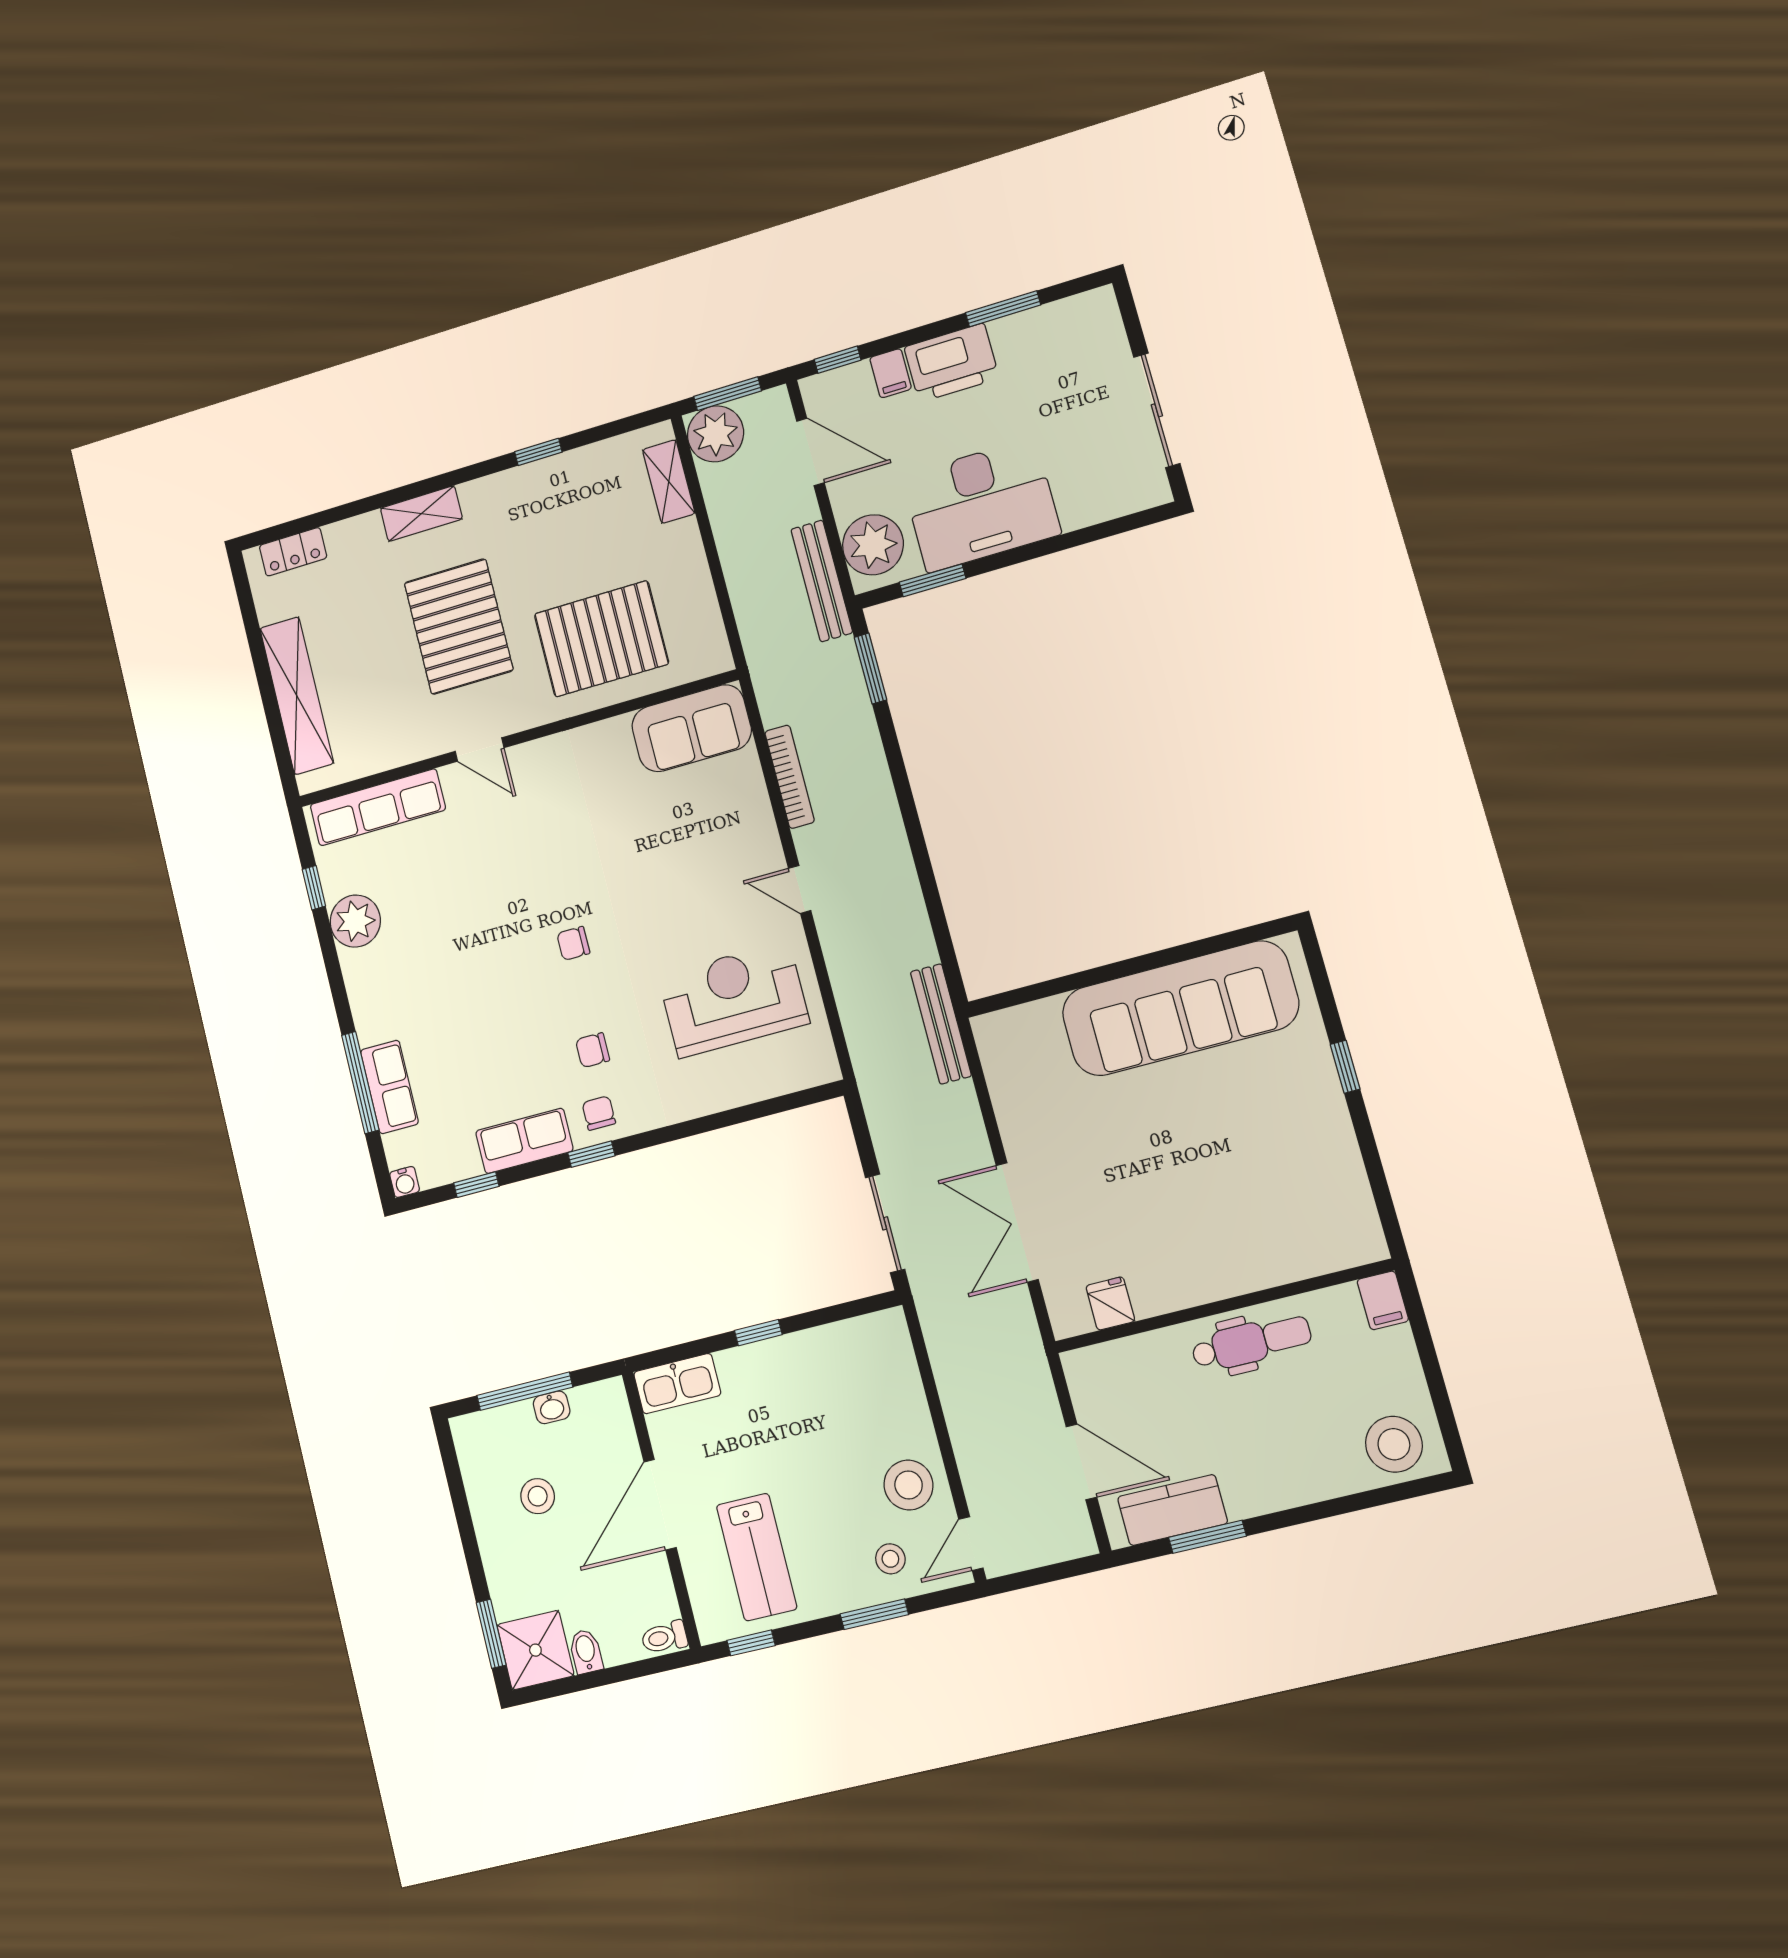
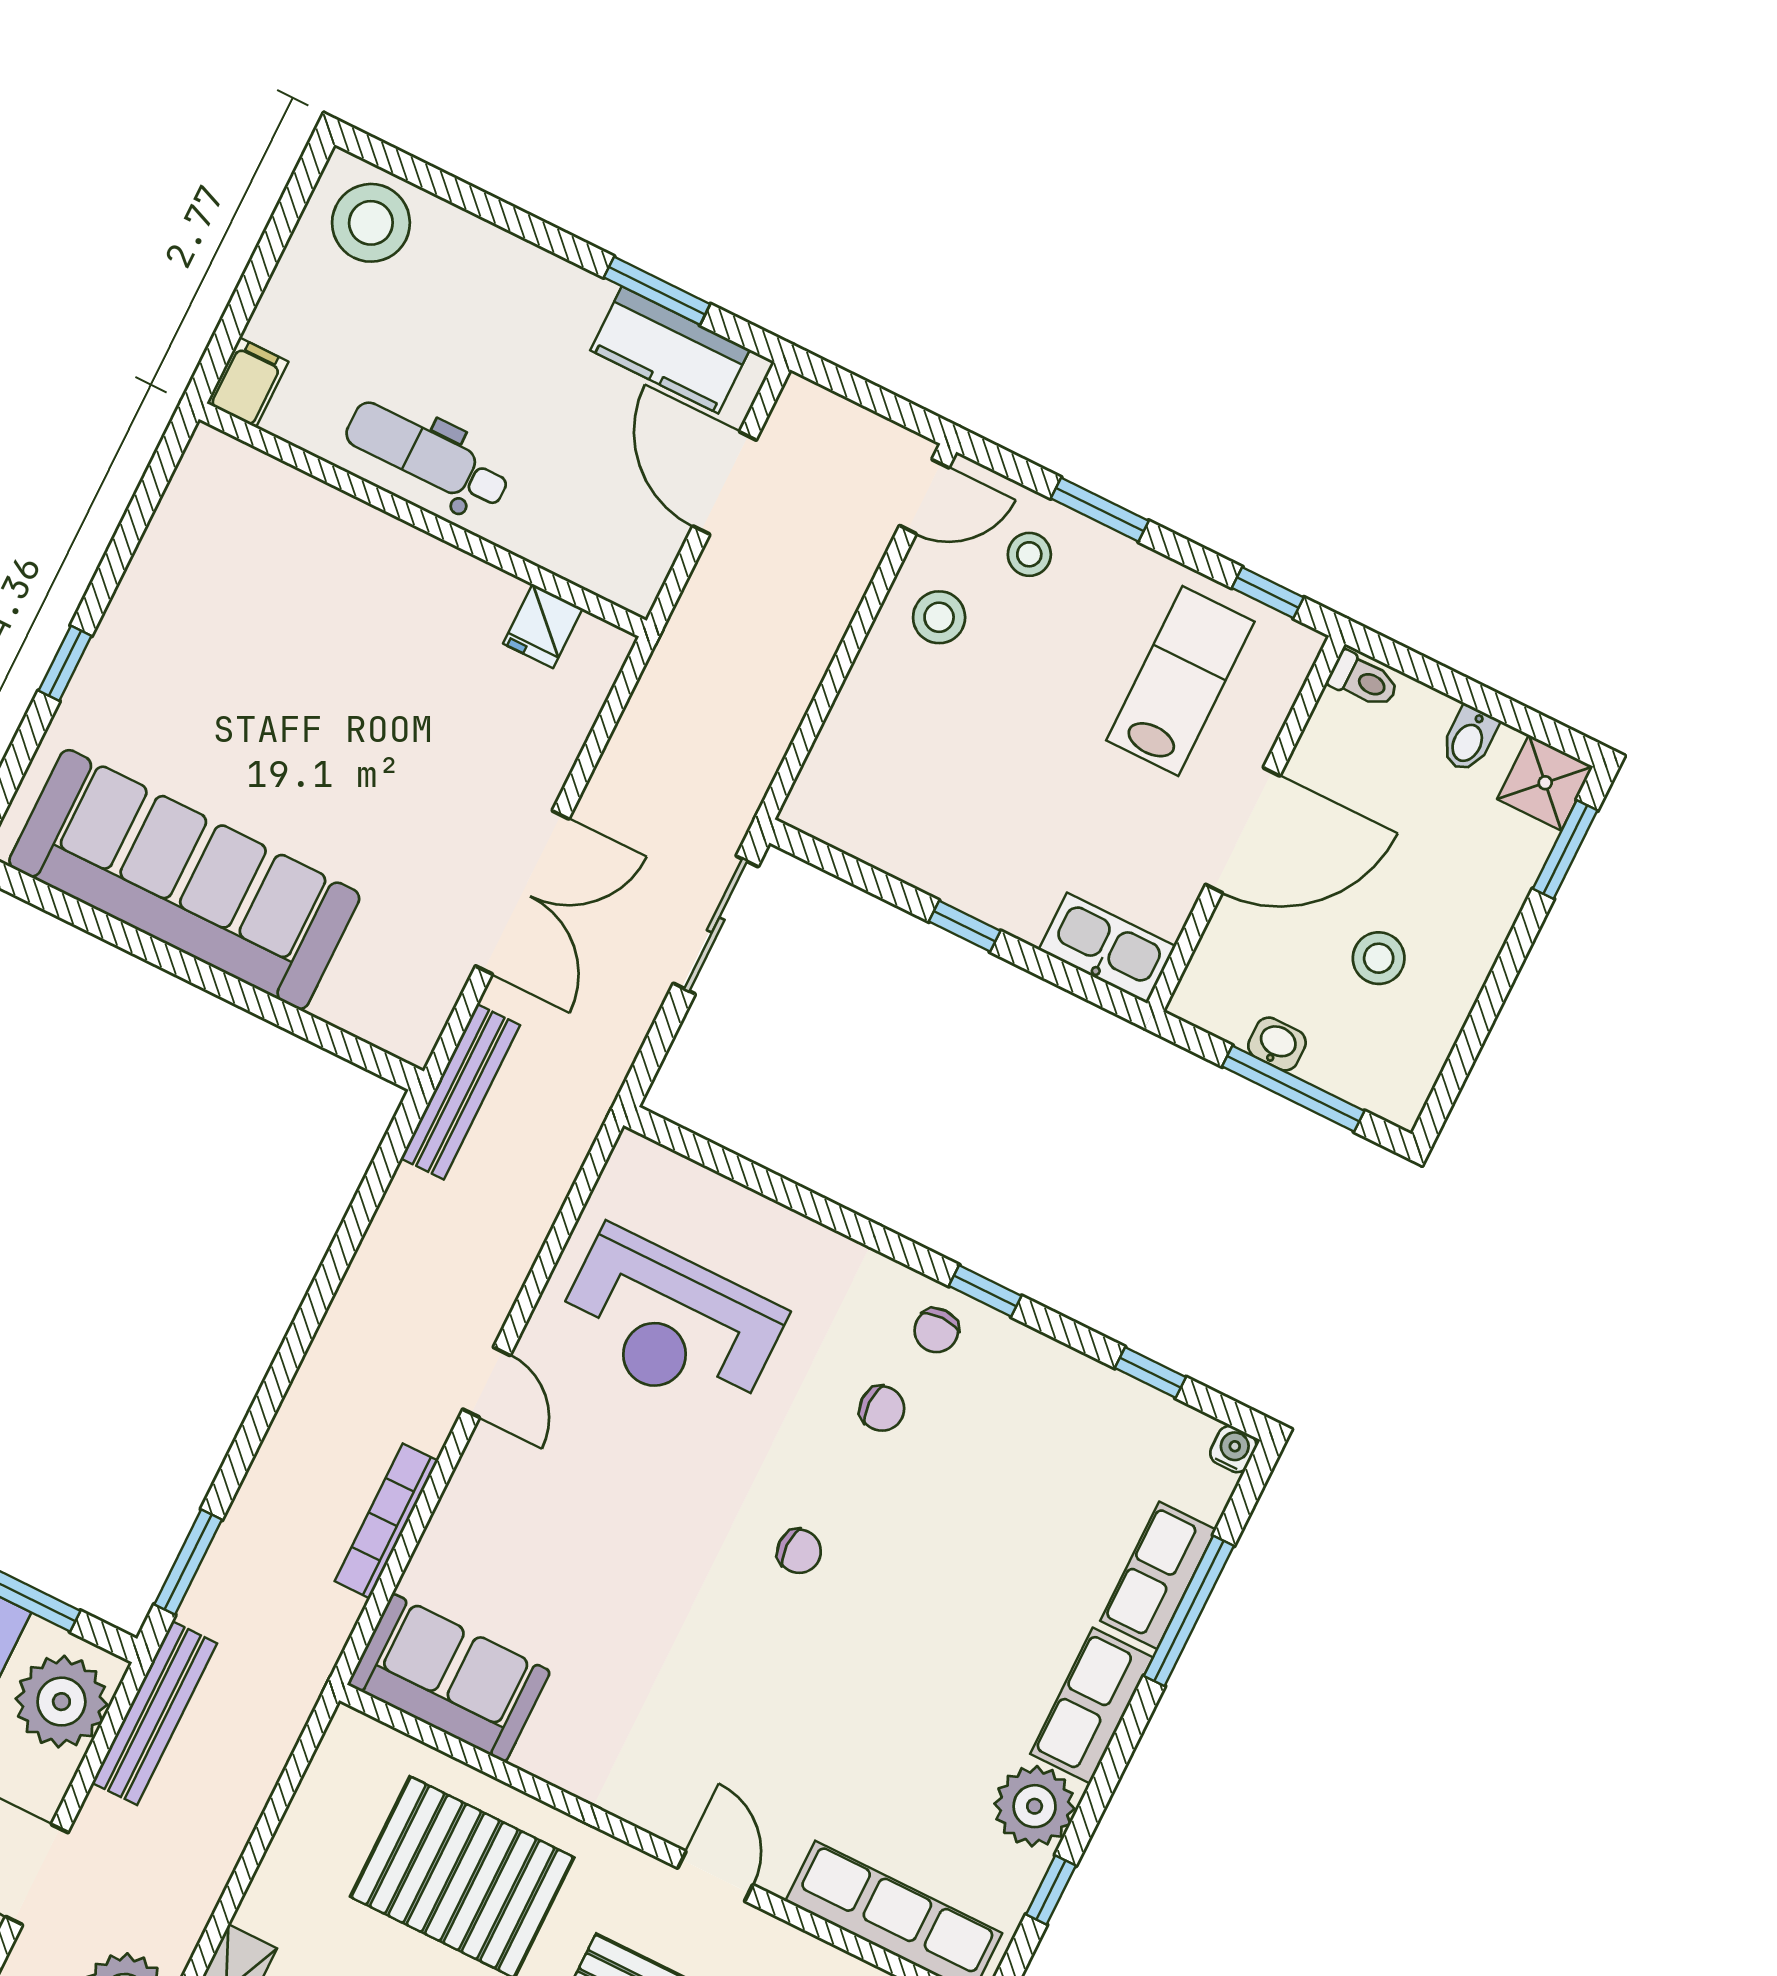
row of seats: (524, 1141) -> (1092, 1706), moved, turned 90
double door: (1017, 1222) -> (522, 892), moved
stool: (909, 1485) -> (939, 617), width x0.73, depth x0.73
shower: (535, 1650) -> (1545, 783), width x0.73, depth x0.73

